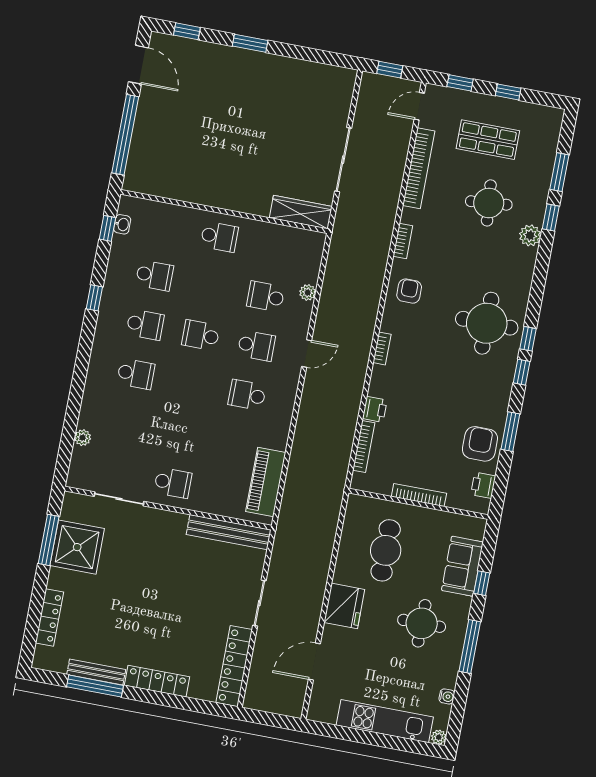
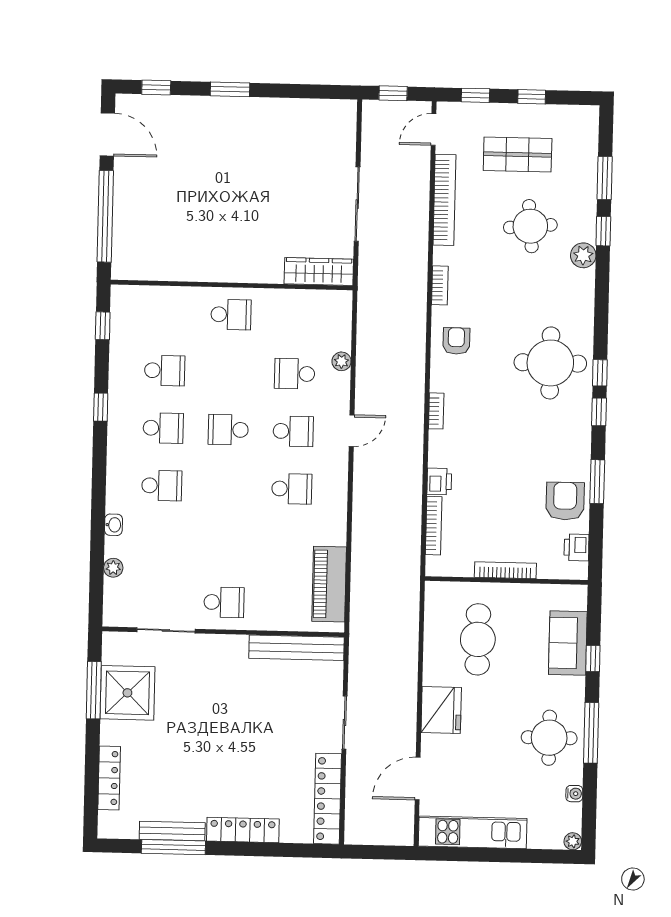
washbasin: (122, 224) -> (113, 525), moved
school desk: (247, 395) -> (292, 489), turned 180
round table: (422, 623) -> (549, 738), moved
kitchen unit: (385, 721) -> (473, 832), moved

